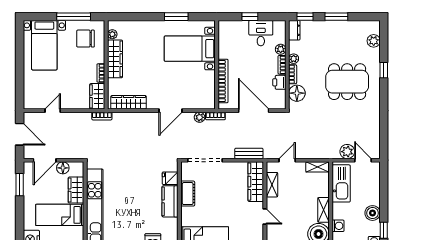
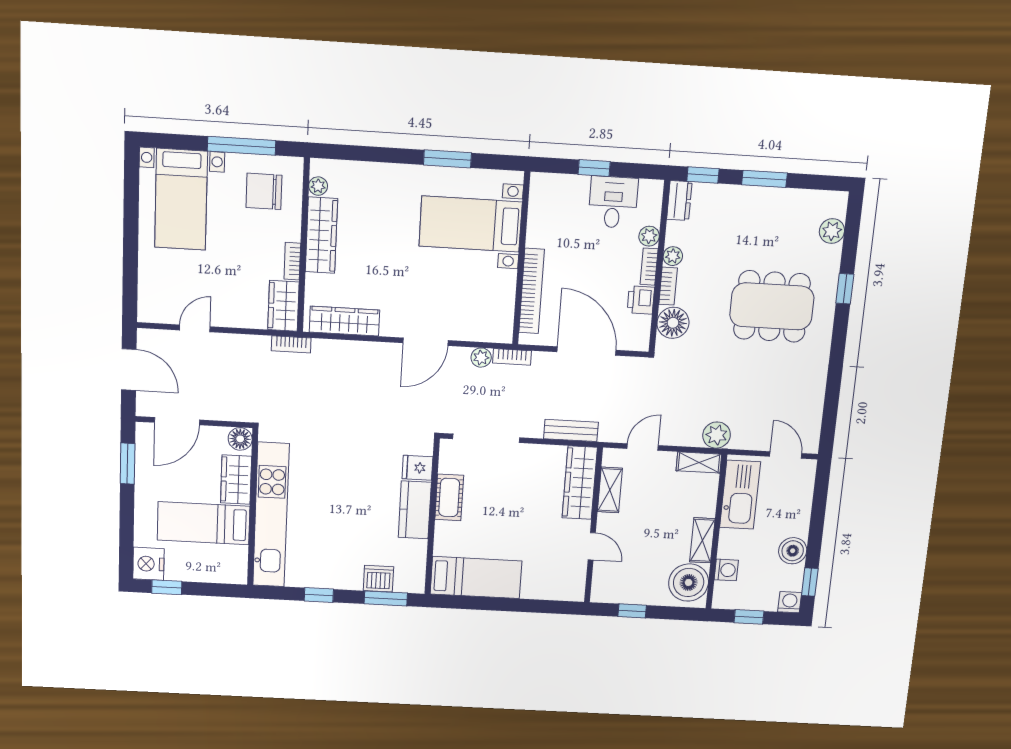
plant: (347, 152) -> (717, 435), moved
floor lamp: (63, 168) -> (240, 439), moved

